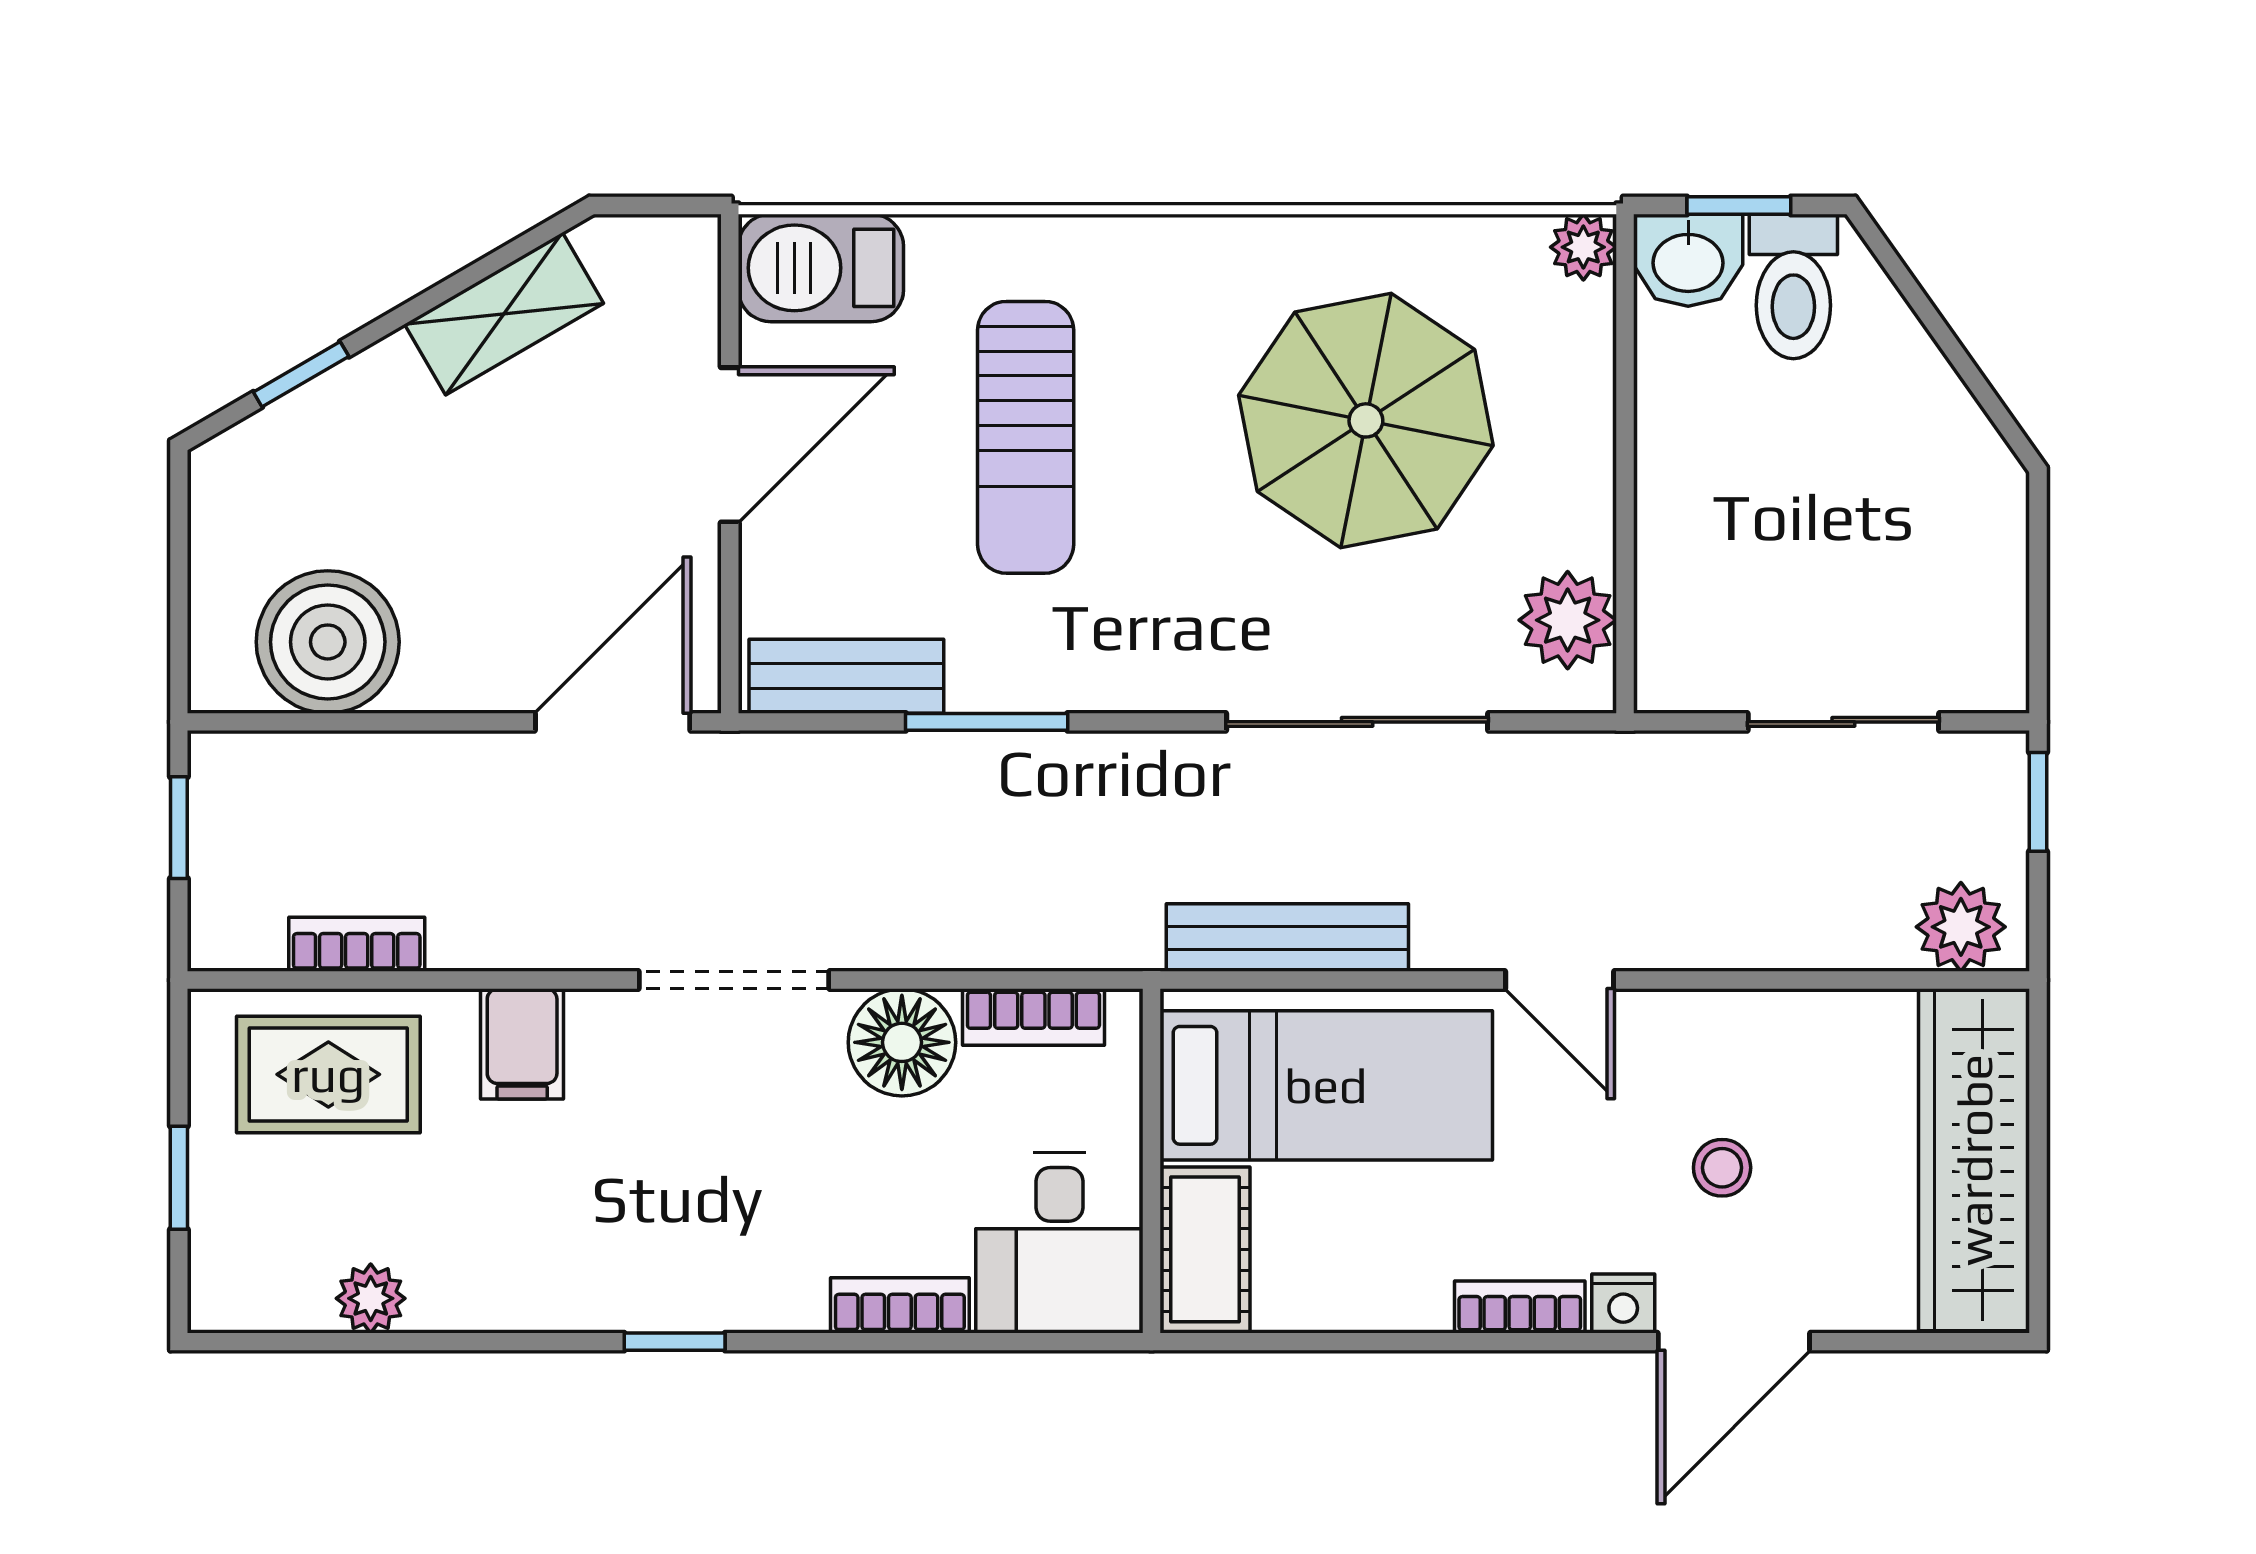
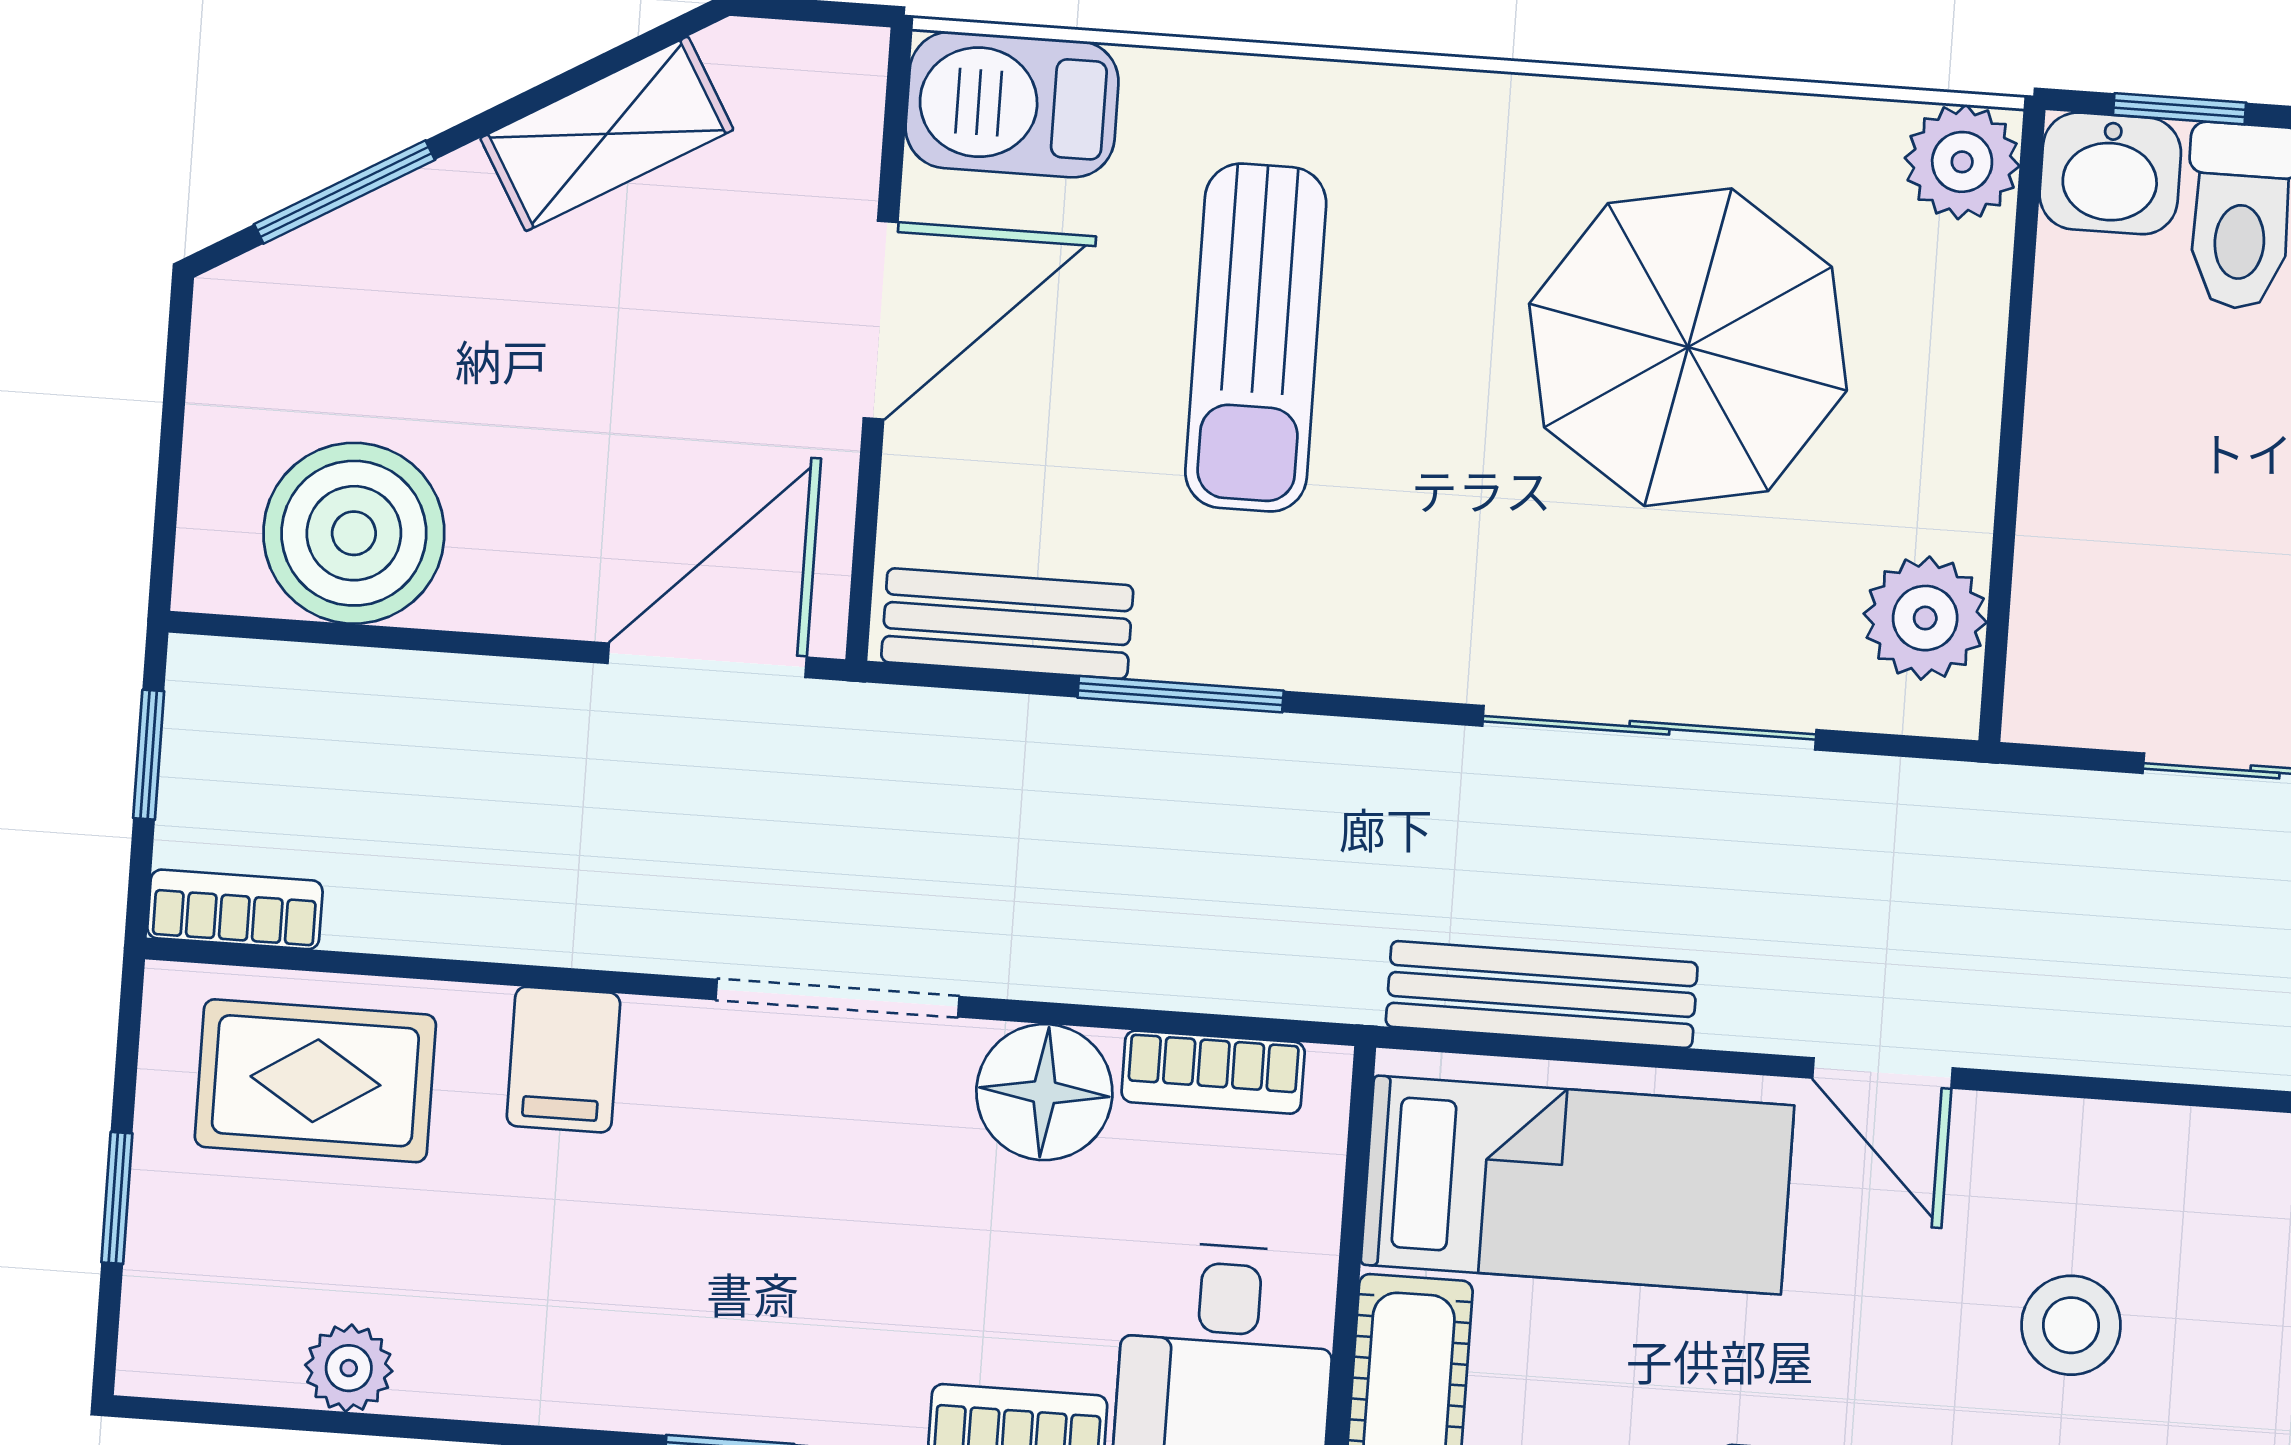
plant: (1583, 247) -> (1962, 162), width x1.38, depth x1.38
window: (301, 374) -> (344, 192), width x1.50
bookcase: (357, 944) -> (235, 909), moved
stool: (1722, 1168) -> (2071, 1325), width x1.37, depth x1.37

